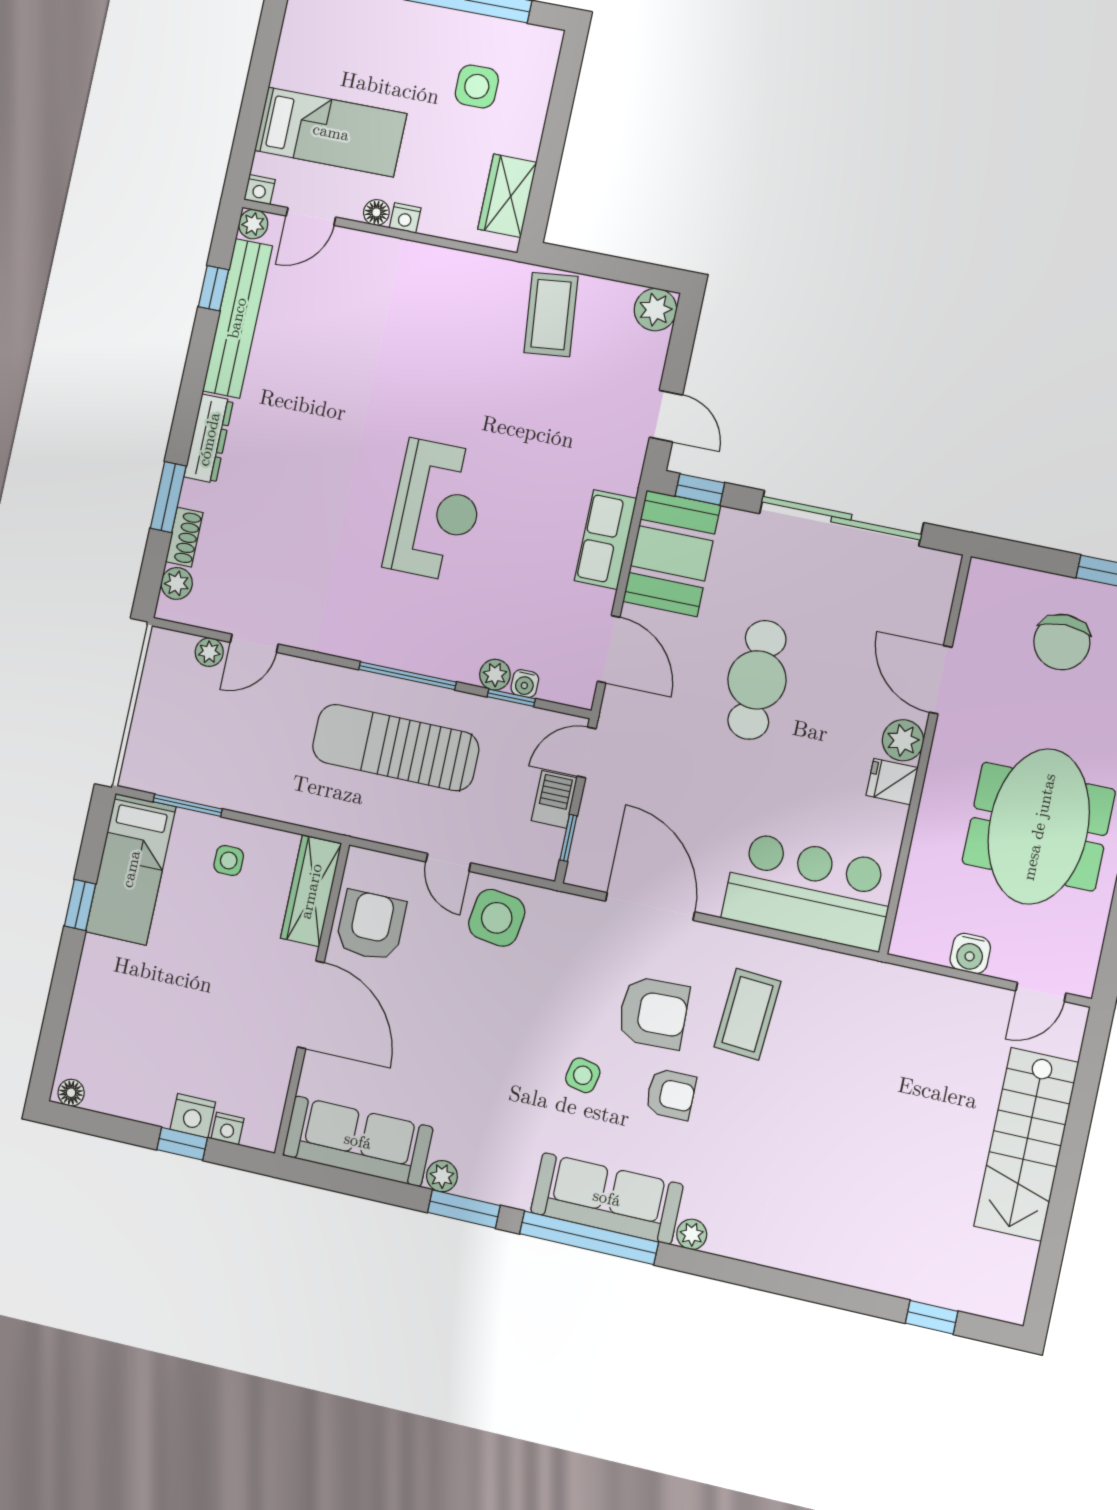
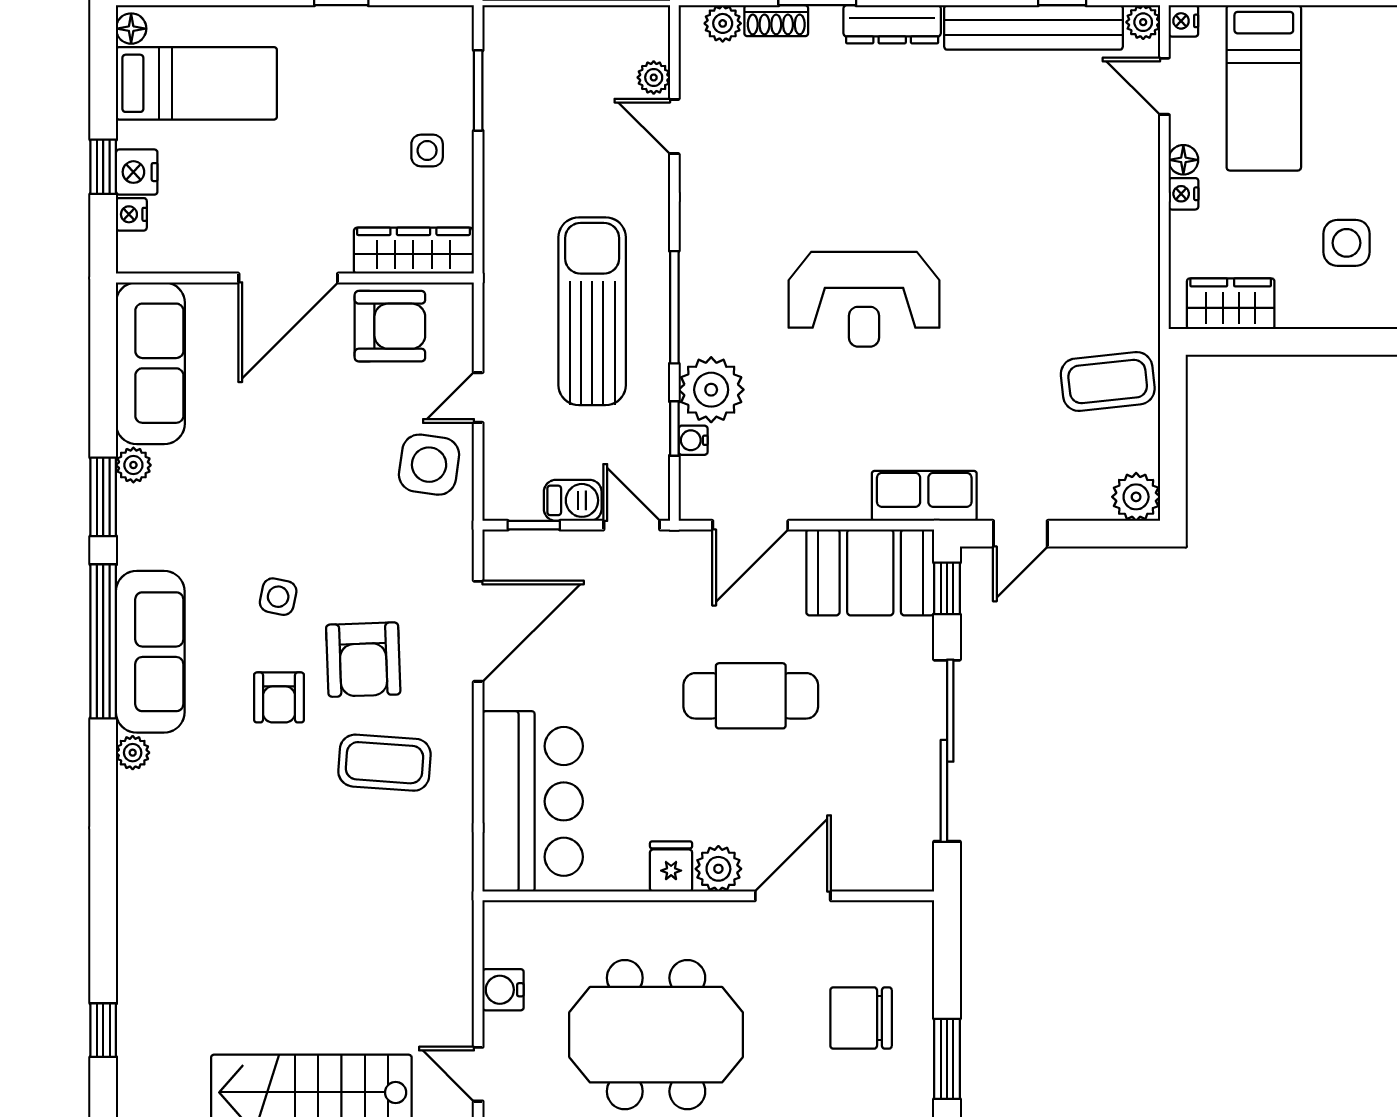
row of seats: (606, 540) -> (924, 496), moved
plant: (495, 675) -> (711, 390), width x1.88, depth x1.88
bed: (131, 869) -> (196, 83), moved, turned 180

